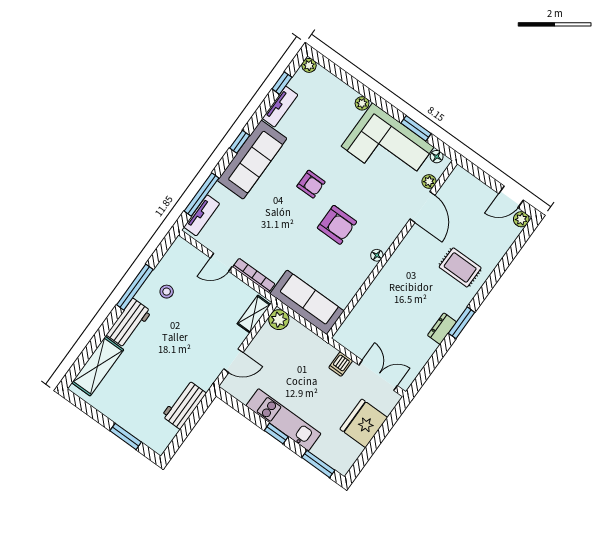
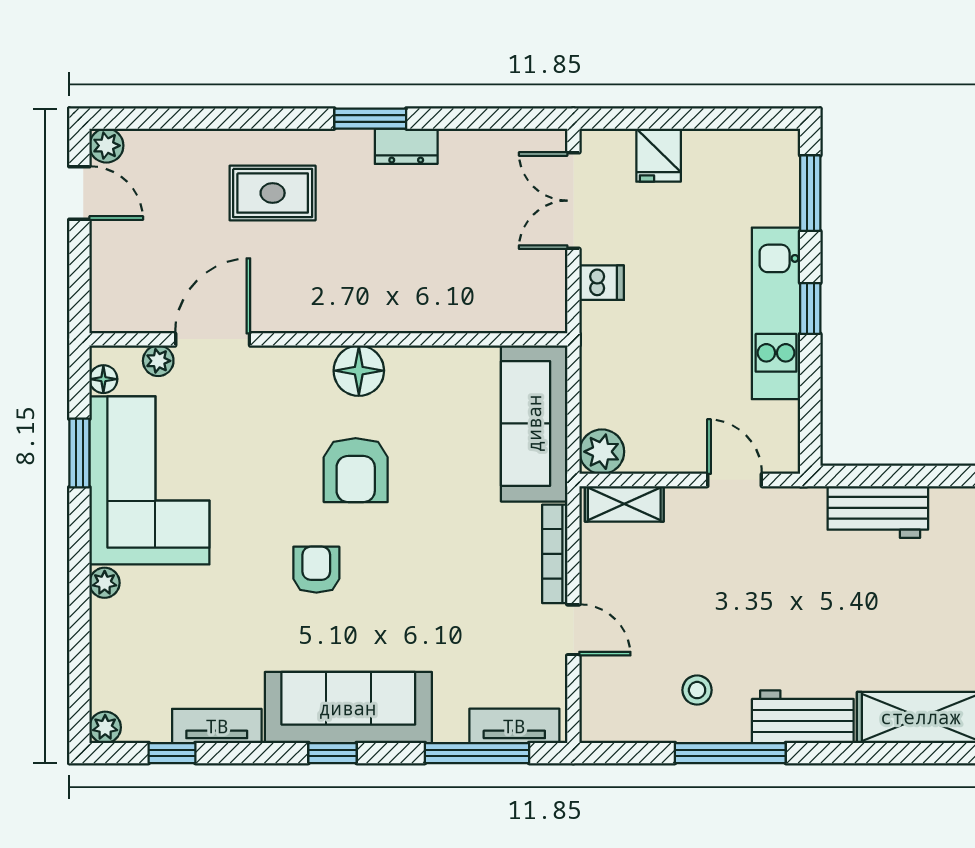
armchair: (337, 225) -> (356, 470), turned 180
floor lamp: (377, 255) -> (359, 371), width x1.89, depth x1.89
rug: (460, 267) -> (273, 193), turned 90
fridge: (364, 423) -> (659, 155), width x0.53, depth x0.75

